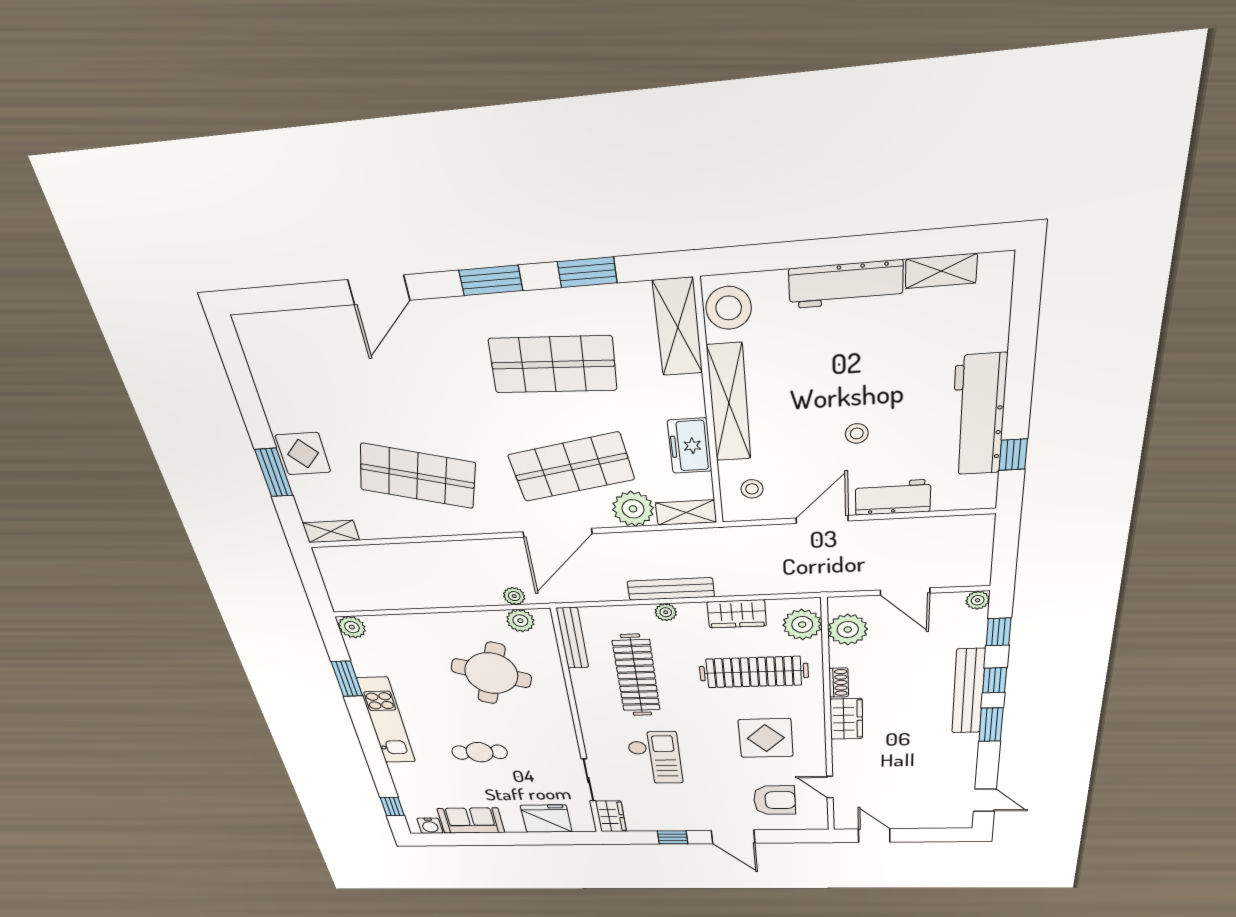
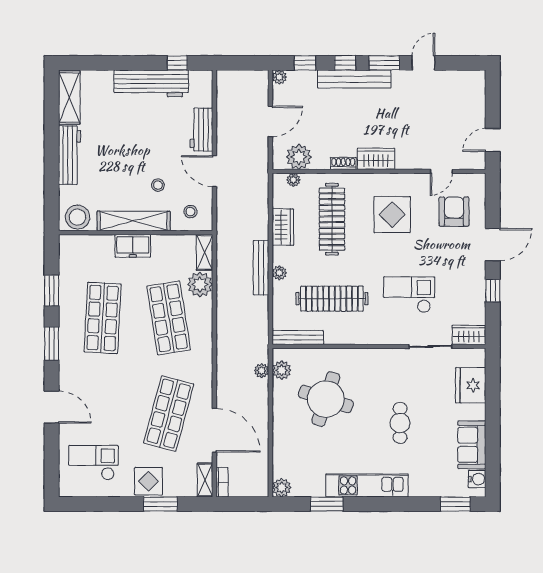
shelving: (941, 271) -> (69, 98), width x1.50, depth x1.33
shelving: (678, 327) -> (86, 245), removed
checkout: (305, 368) -> (93, 463), added
stool: (857, 433) -> (158, 185), moved
freezer: (690, 446) -> (133, 246), moved
door: (557, 533) -> (214, 430), moved
bookcase: (335, 554) -> (222, 482), added
plant: (802, 625) -> (293, 180), width x0.53, depth x0.53
door: (985, 800) -> (423, 63), moved
window: (392, 807) -> (455, 504), width x1.50

